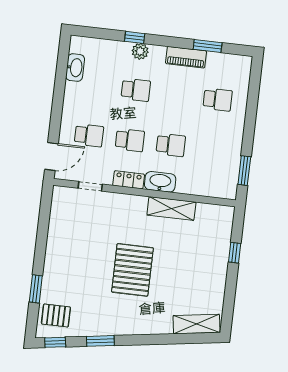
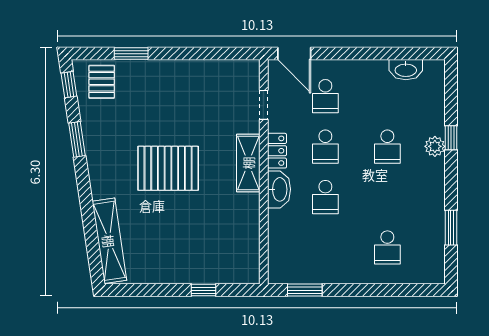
piano: (186, 57) -> (434, 203), removed
shelving: (171, 208) -> (248, 163), moved
shelving: (196, 324) -> (109, 241), width x1.47

